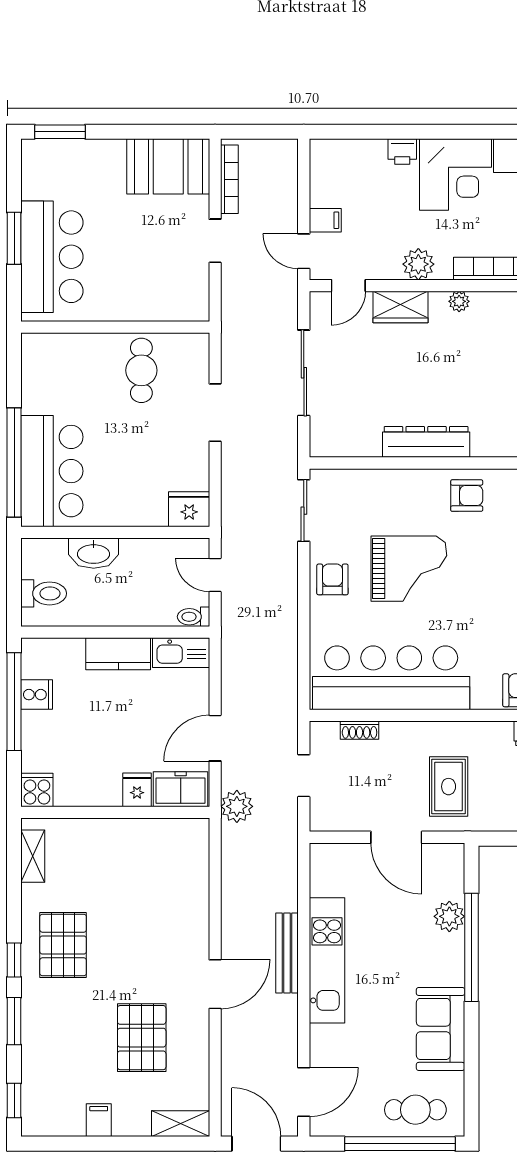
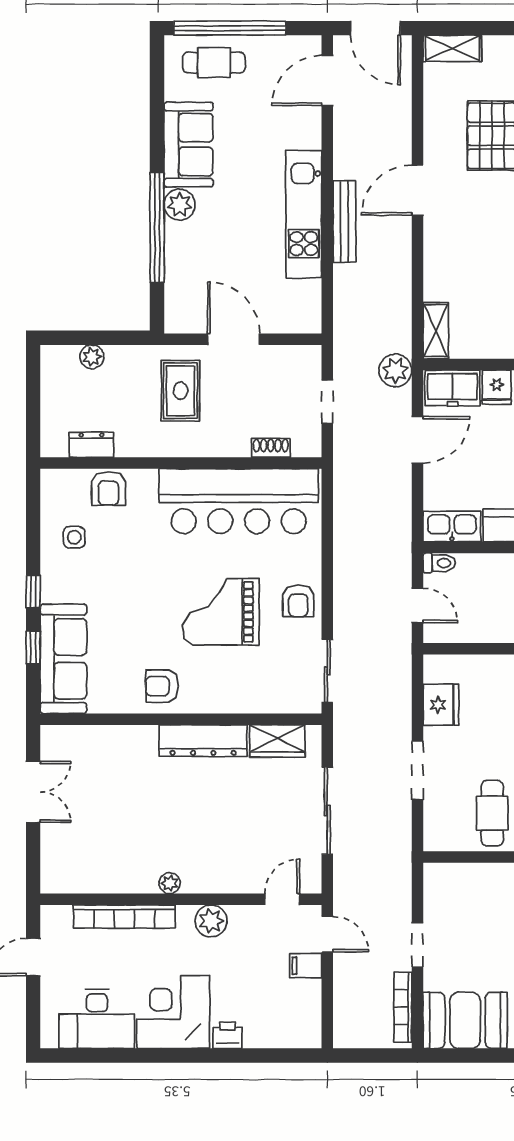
wardrobe: (400, 307) -> (277, 741), moved, turned 180
fridge: (189, 509) -> (441, 705), moved, turned -90
shelving: (197, 846) -> (436, 331), added
plant: (449, 916) -> (180, 205), moved

